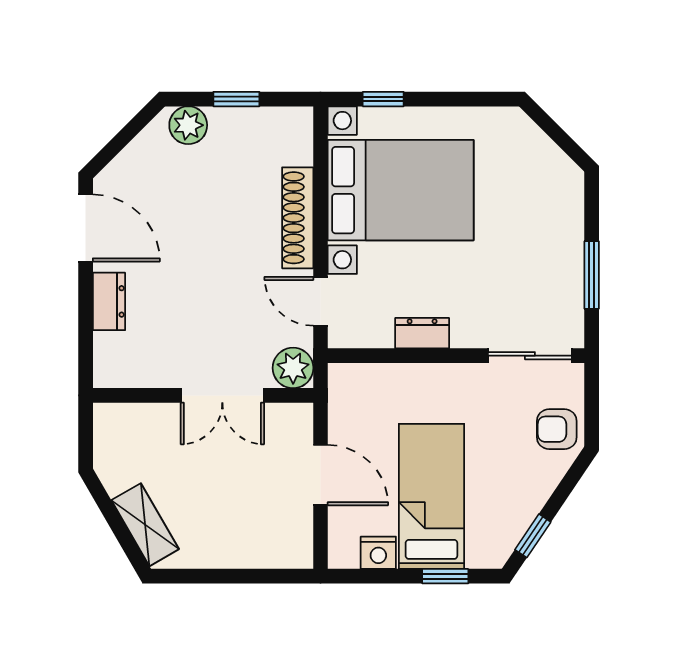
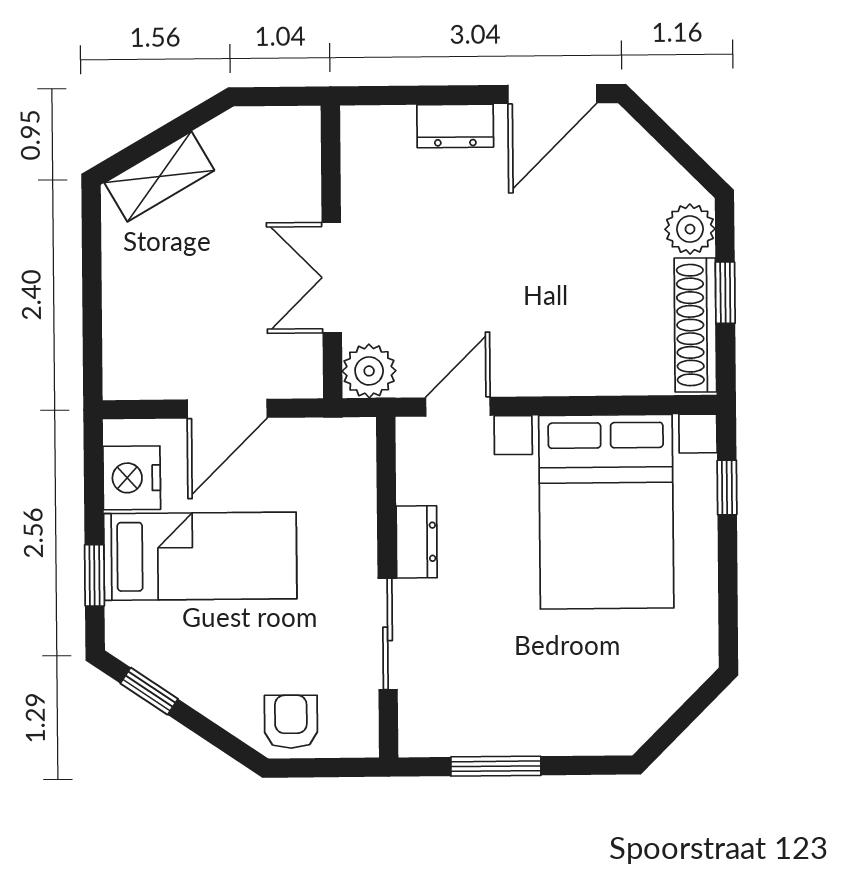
shoe rack: (298, 218) -> (695, 325), moved, turned -90
sliding door: (530, 356) -> (388, 634), moved
nightstand: (378, 553) -> (132, 478), width x1.36, depth x1.33

